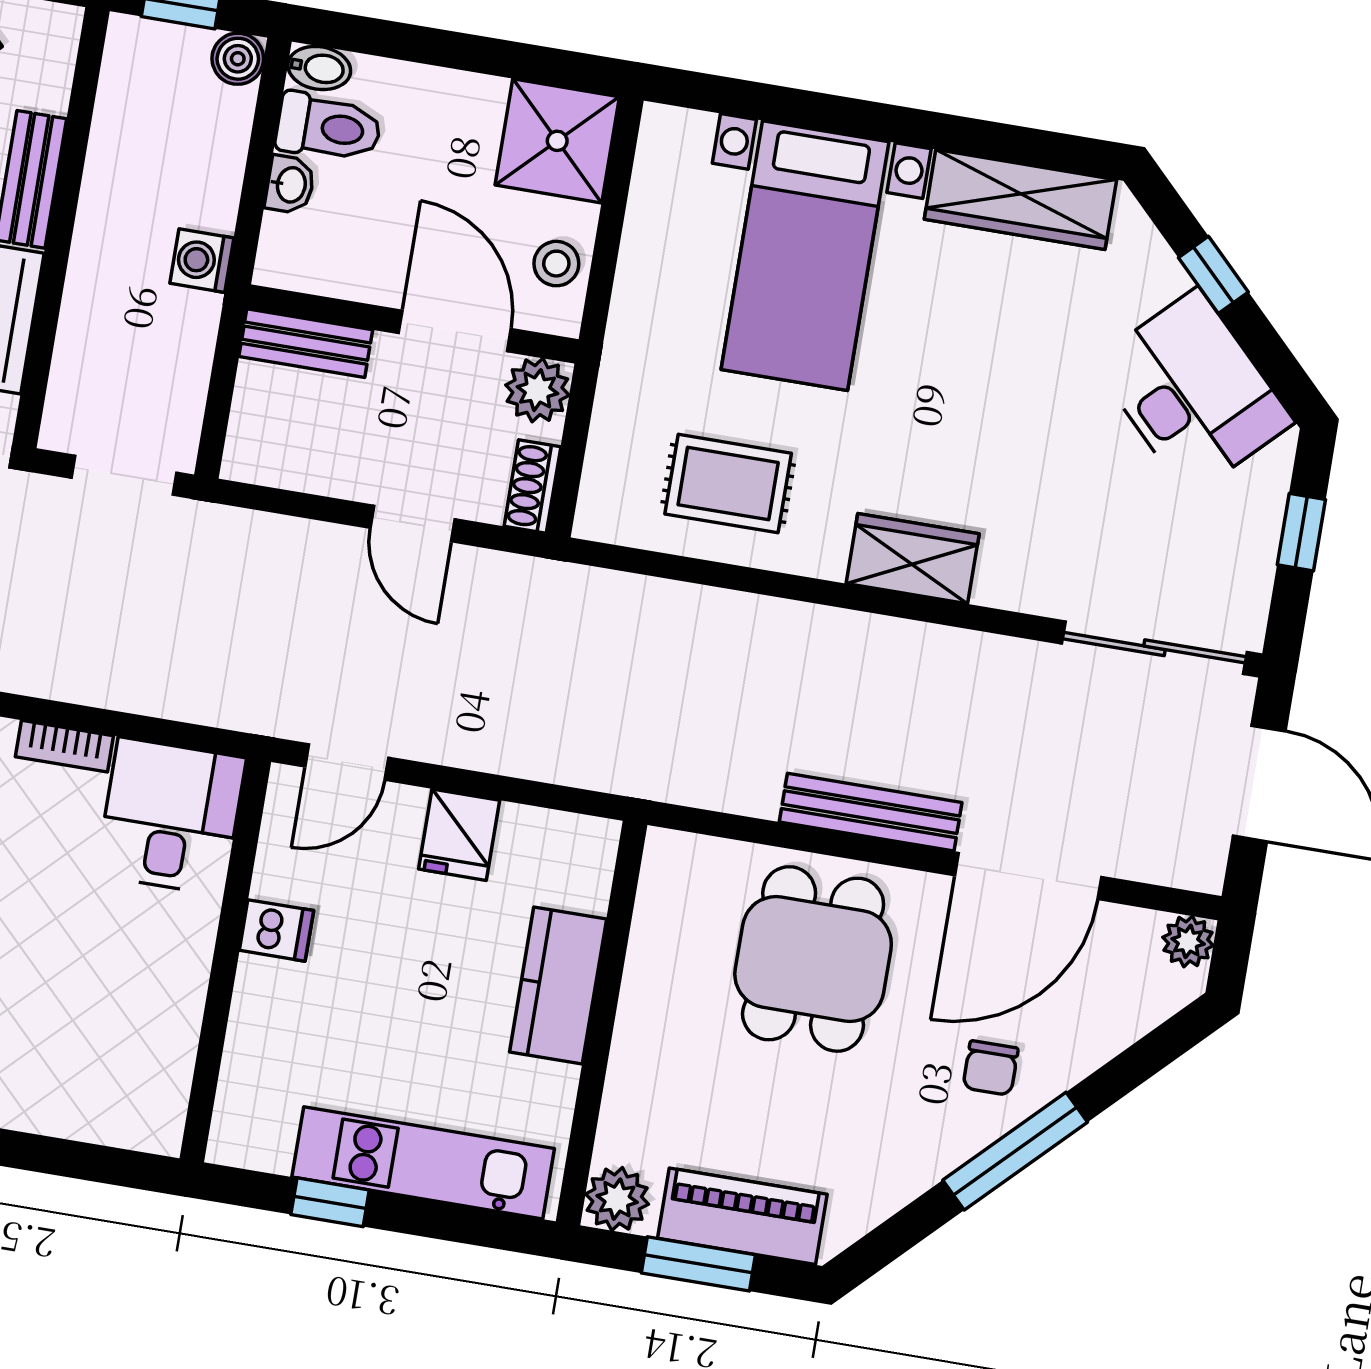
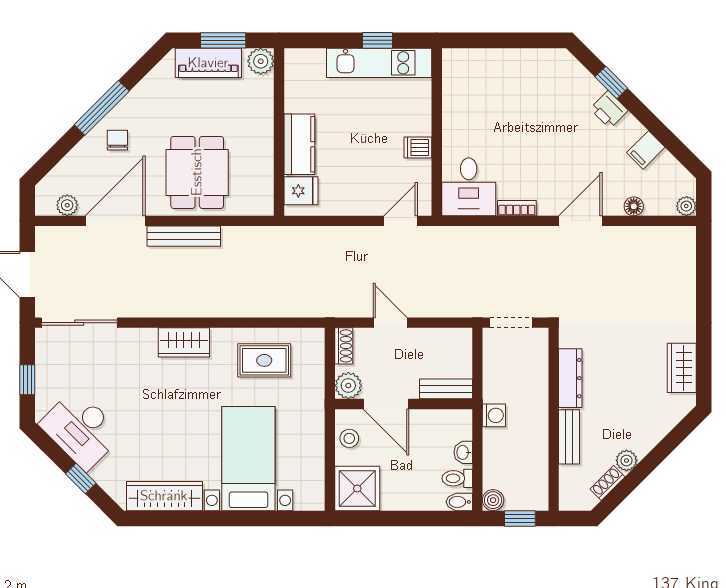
toilet: (328, 127) -> (457, 478), width x0.73, depth x0.72
fridge: (459, 835) -> (301, 191), moved, turned 90
plant: (1188, 941) -> (67, 205), moved
kitchen unit: (423, 1163) -> (379, 63), moved

